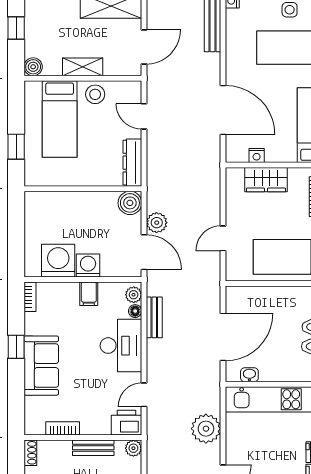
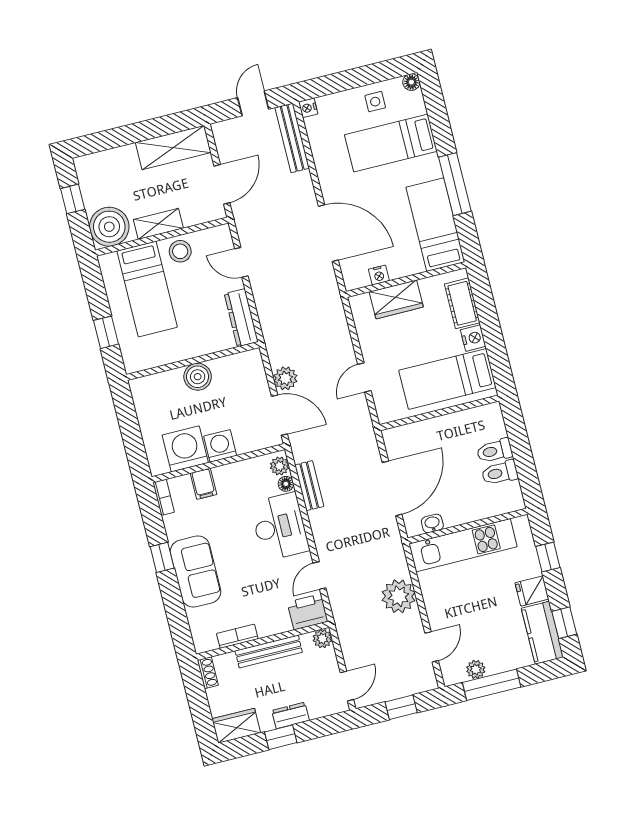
boiler: (33, 67) -> (109, 227), width x1.86, depth x1.86
boiler: (130, 203) -> (198, 377), moved
filing cabinet: (89, 294) -> (204, 484), moved
bench: (93, 448) -> (269, 652), width x1.36

